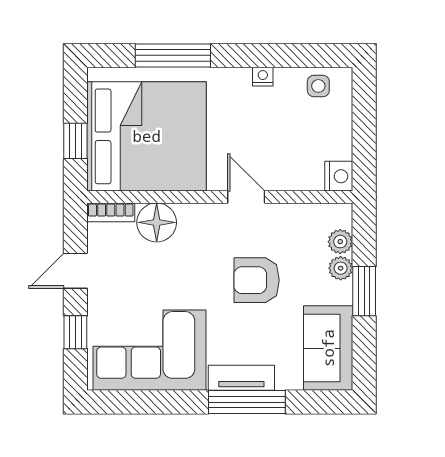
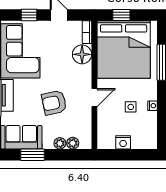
side table: (318, 86) -> (131, 107), moved
nightstand: (339, 176) -> (123, 142), moved
armchair: (257, 280) -> (54, 103), turned -102
window: (364, 291) -> (33, 155), moved

